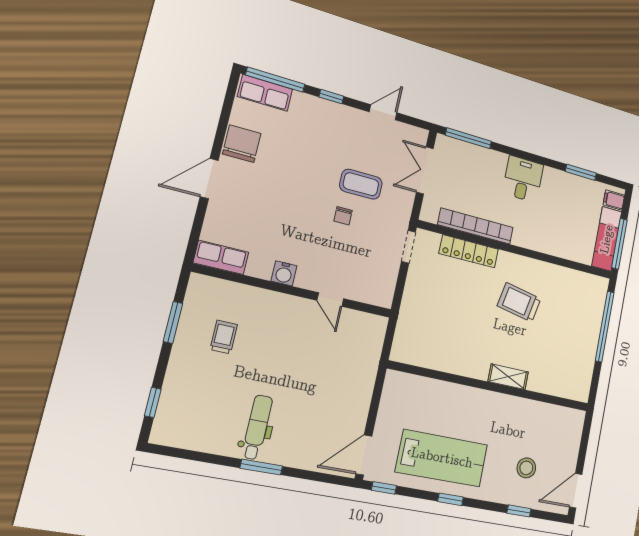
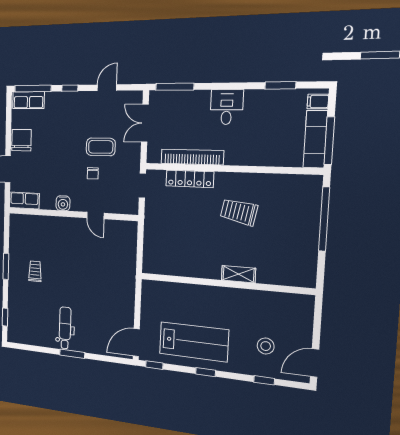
row of seats: (221, 257) -> (24, 200), moved
water cooler: (284, 273) -> (63, 203), moved
wall: (294, 291) -> (71, 214), moved
door: (330, 300) -> (95, 216), moved

